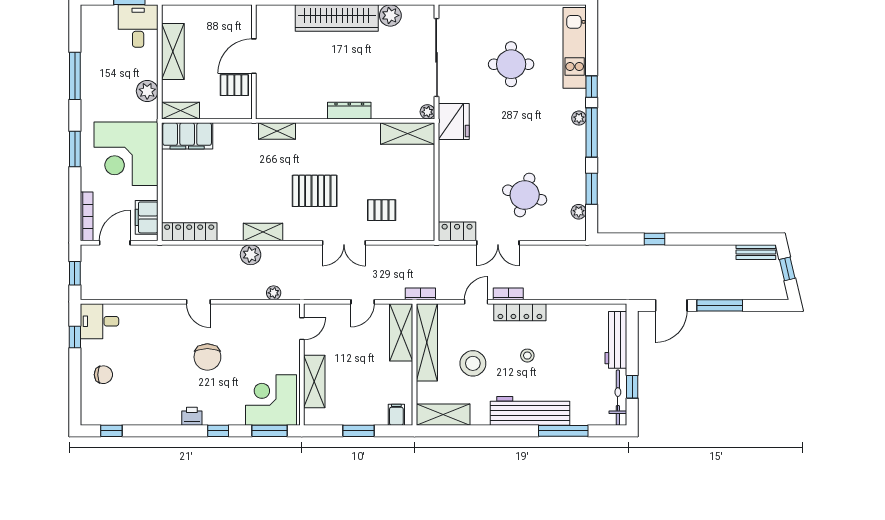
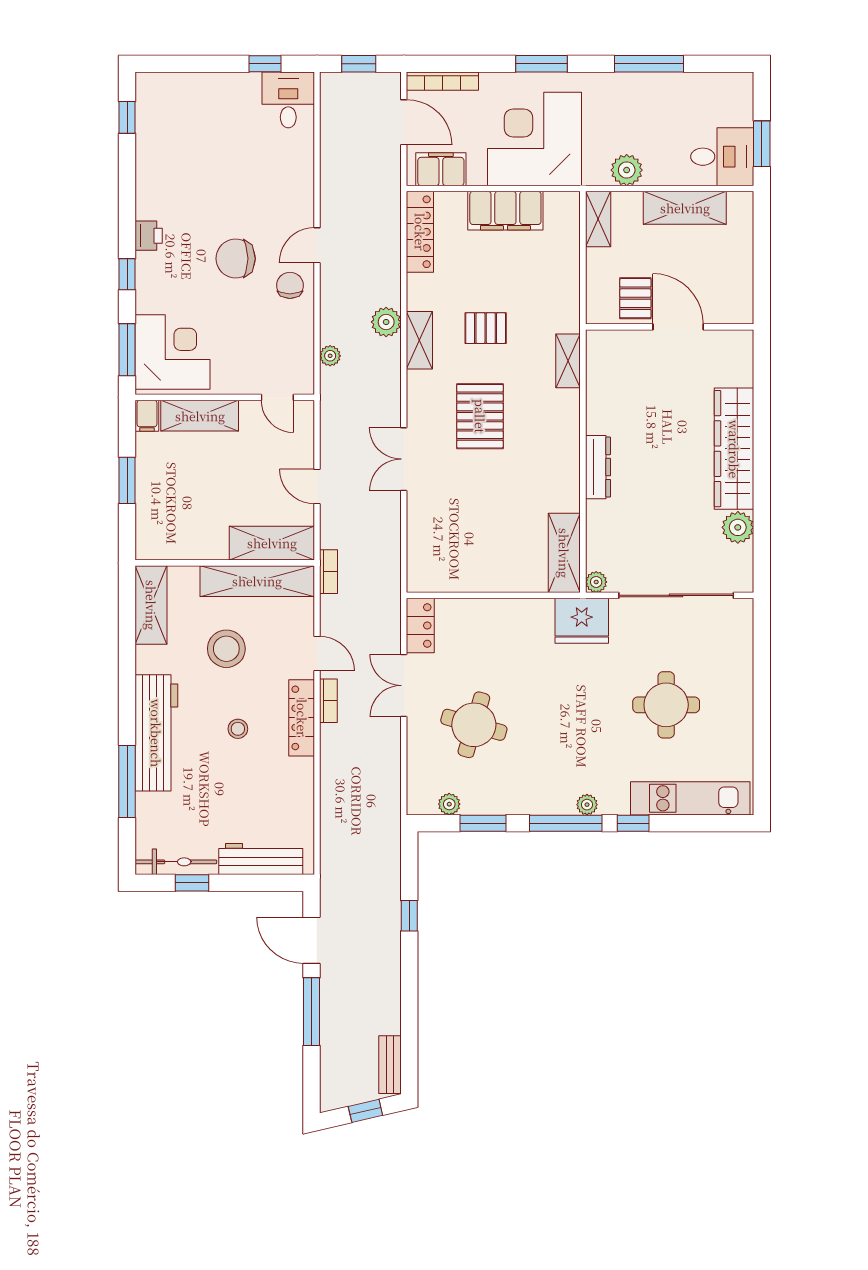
filing cabinet: (187, 136) -> (505, 211), moved, turned -90
pallet: (382, 210) -> (486, 328), moved, turned 90
chair: (103, 375) -> (290, 285), moved, turned 180
filing cabinet: (396, 415) -> (147, 416), moved, turned 90

